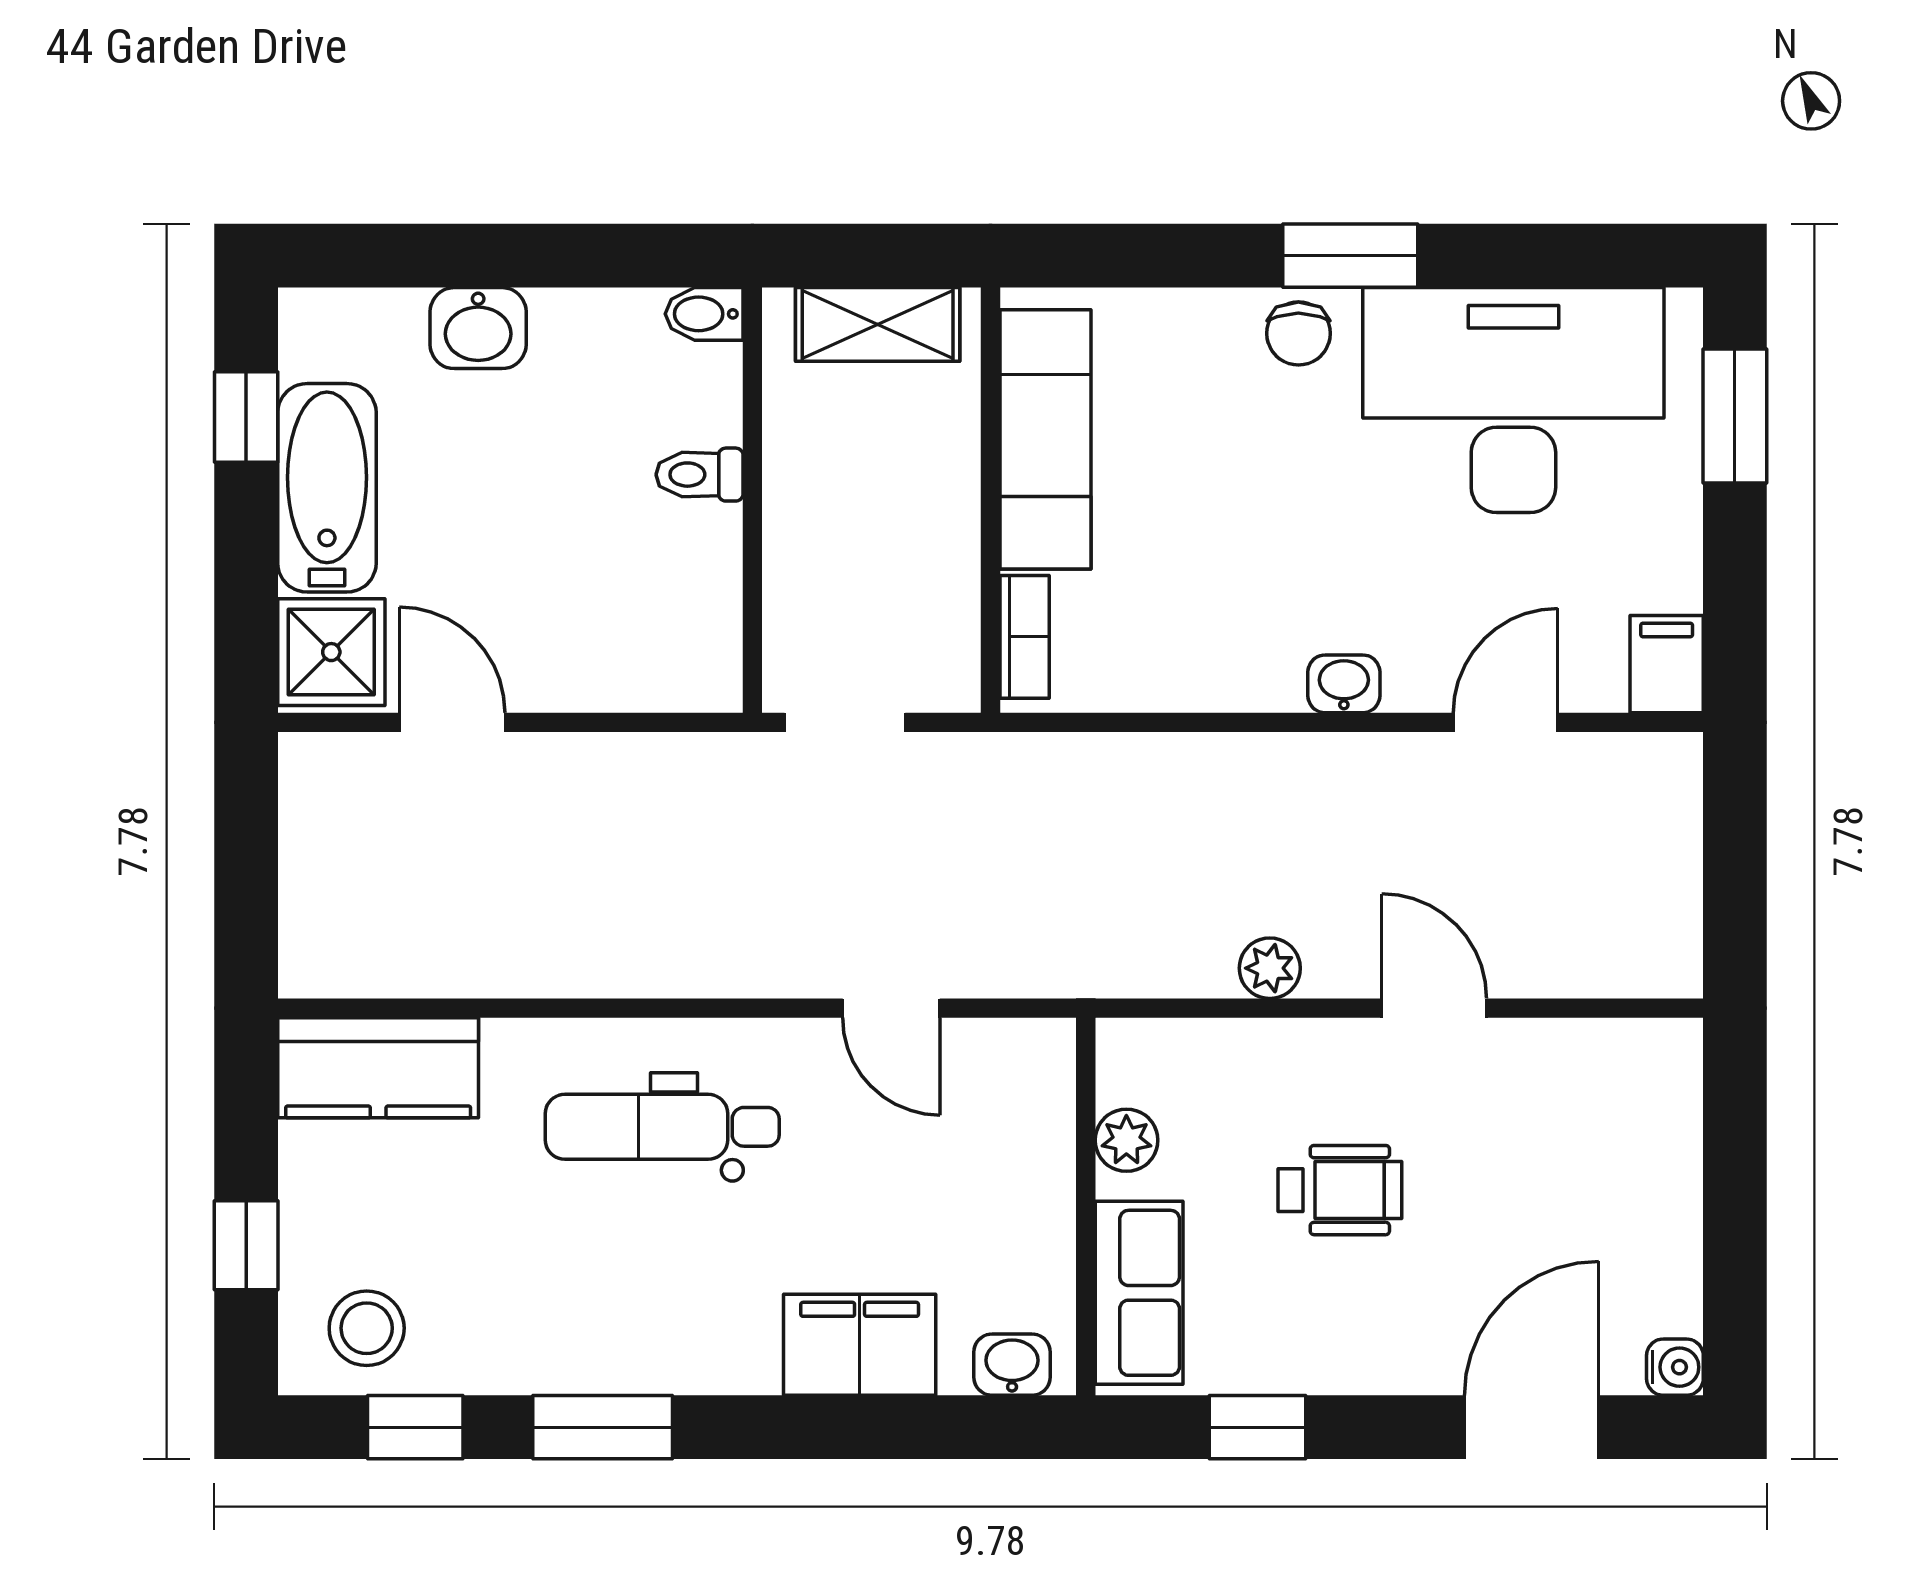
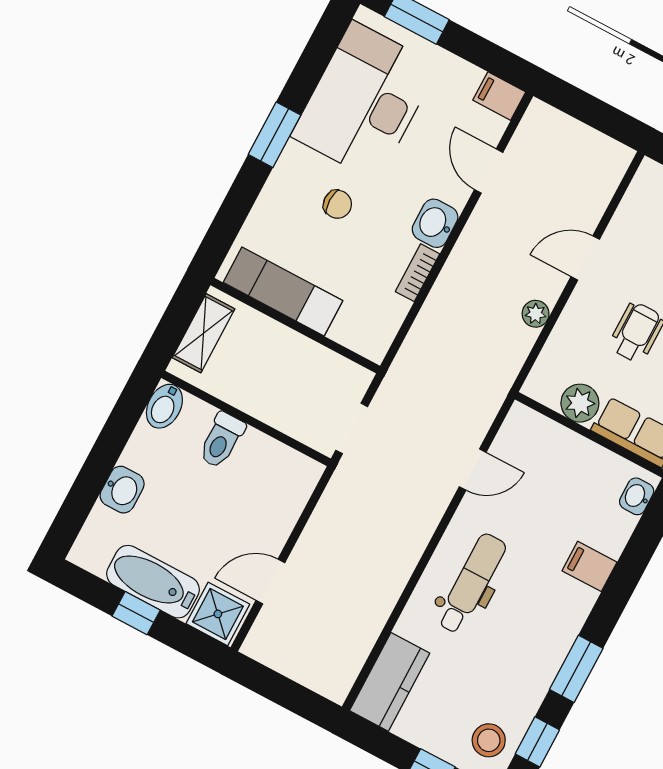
bidet: (704, 314) -> (164, 406), width x1.38, depth x1.36
chair: (1298, 333) -> (337, 204), moved
window: (246, 417) -> (136, 613), moved
toilet: (700, 475) -> (222, 440), width x1.37, depth x1.39
bookcase: (1025, 637) -> (417, 273), moved, turned -90
washbasin: (1344, 684) -> (435, 223), width x1.38, depth x1.45
dental chair: (662, 1127) -> (471, 583), turned 180
plant: (1126, 1140) -> (580, 403), width x1.38, depth x1.38
filing cabinet: (860, 1345) -> (589, 566), width x0.50

